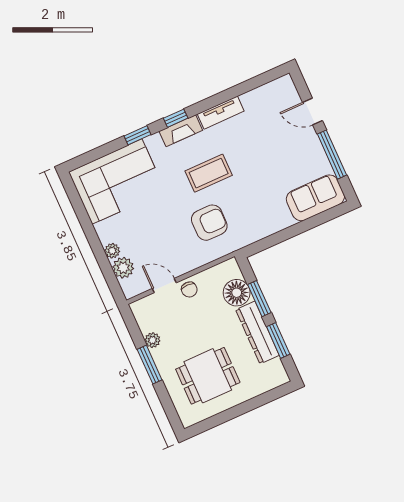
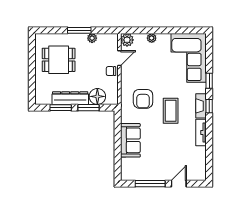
sofa: (315, 198) -> (130, 140), moved
plant: (123, 268) -> (127, 40), moved
dining table: (208, 376) -> (59, 60), turned 90

